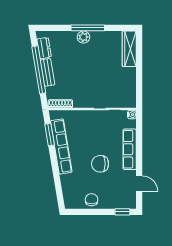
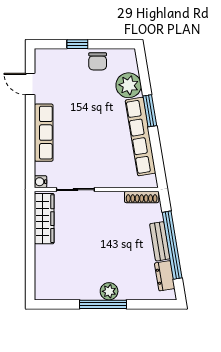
wardrobe: (129, 49) -> (44, 219), moved
window: (50, 135) -> (150, 111), moved
chair: (100, 164) -> (85, 112), removed
plant: (70, 183) -> (129, 85), added
window: (122, 212) -> (77, 44), moved

